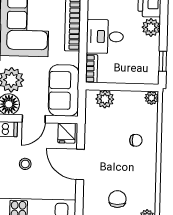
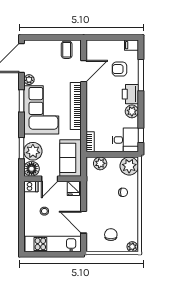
desk: (105, 37) -> (125, 140), moved, turned 180
plant: (152, 98) -> (129, 166), width x1.88, depth x1.88
door: (80, 165) -> (84, 222), moved

